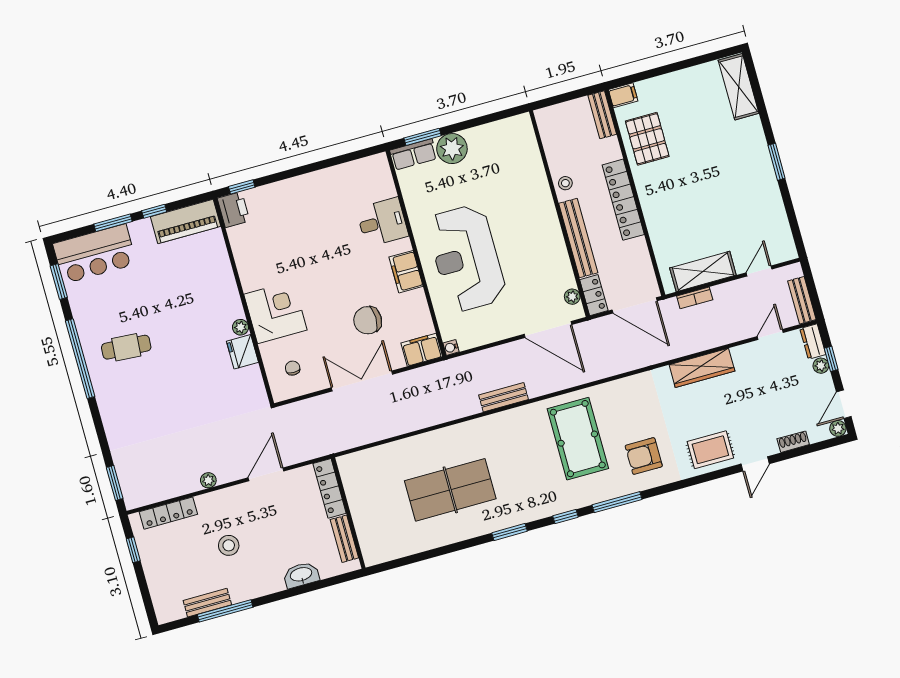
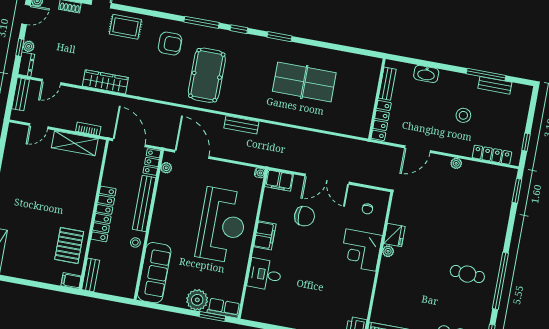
sofa: (523, 157) -> (154, 273), added

